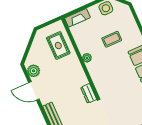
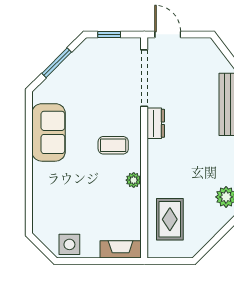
coffee table: (112, 39) -> (113, 145), moved

